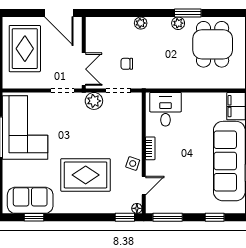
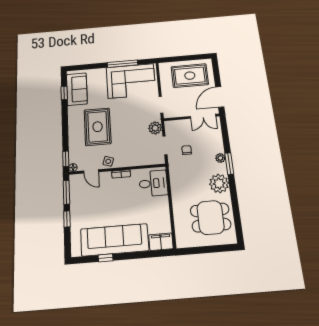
window: (188, 13) -> (229, 163), moved
plant: (178, 23) -> (219, 183), width x1.88, depth x1.88
double door: (84, 69) -> (203, 116), moved
window: (215, 217) -> (67, 219), moved

